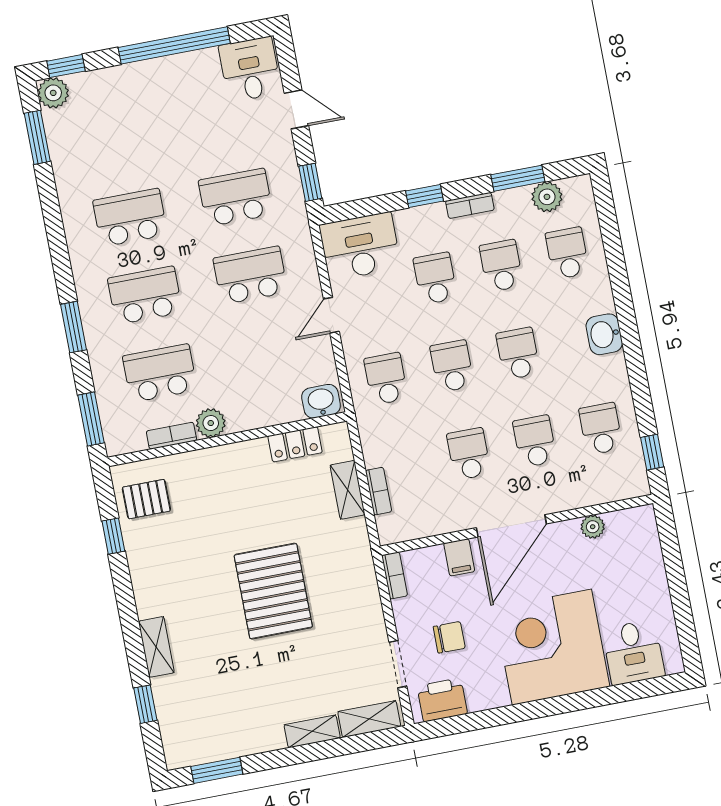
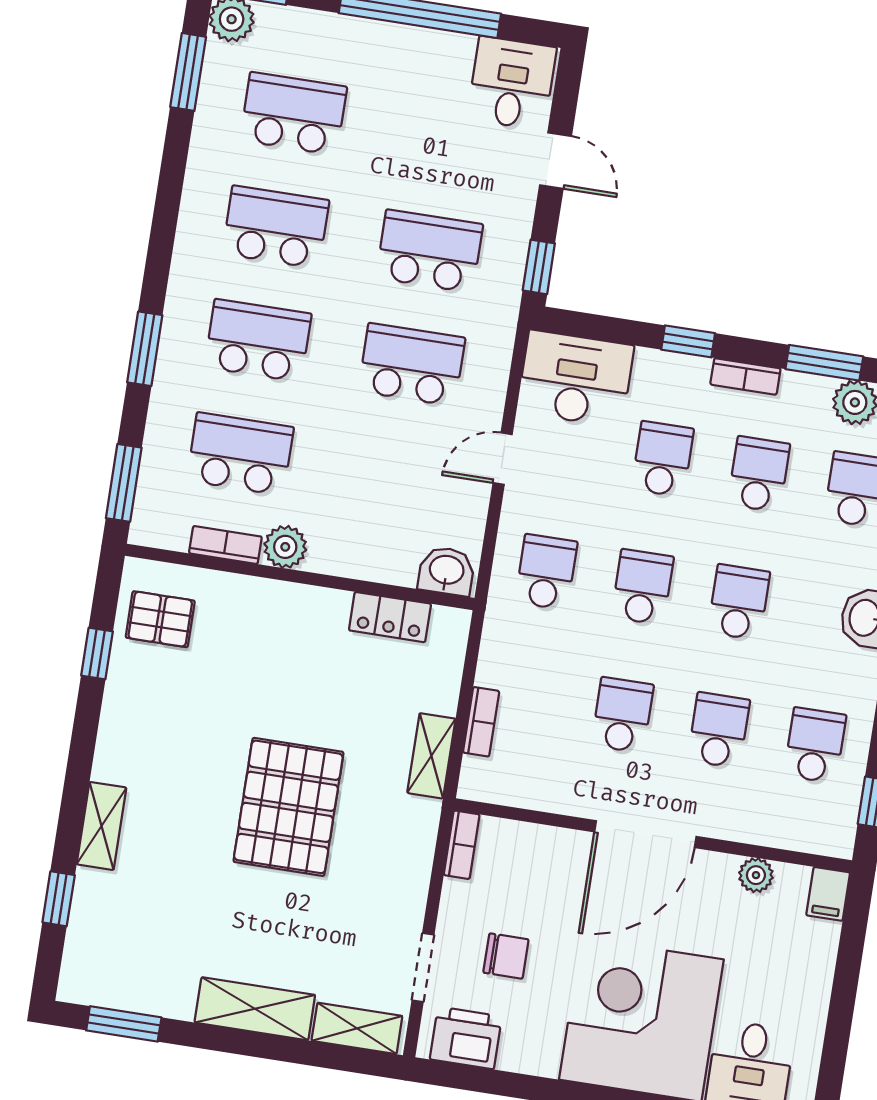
school desk: (115, 140) -> (293, 114), added
shelving: (348, 490) -> (431, 756), moved
filing cabinet: (459, 557) -> (828, 894), moved
shelving: (312, 731) -> (255, 1009), width x1.50, depth x1.33

